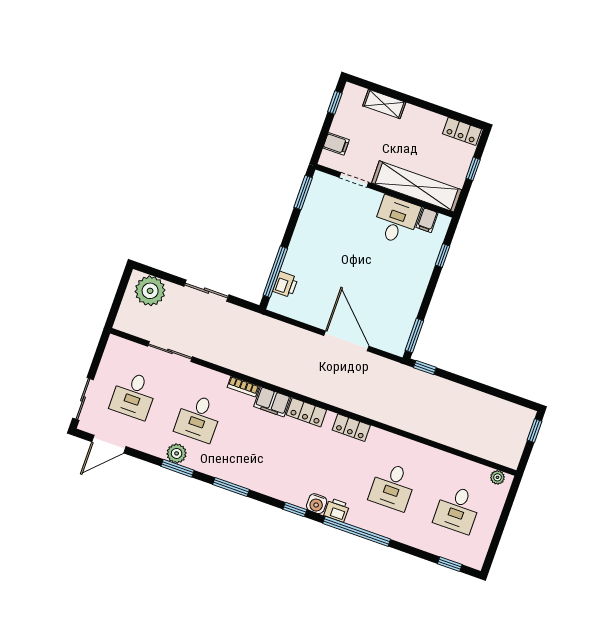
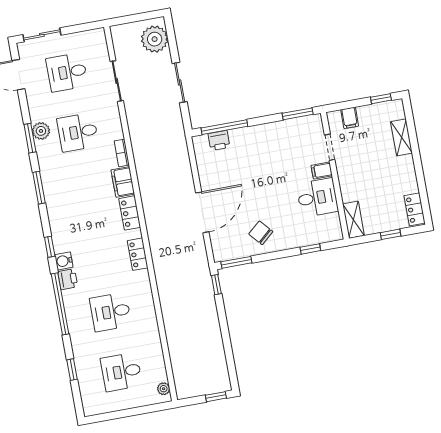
shelving: (417, 186) -> (353, 220), width x0.45, depth x0.75
filing cabinet: (427, 220) -> (322, 171), moved
chair: (399, 295) -> (261, 233), added
window: (450, 564) -> (72, 370), moved

